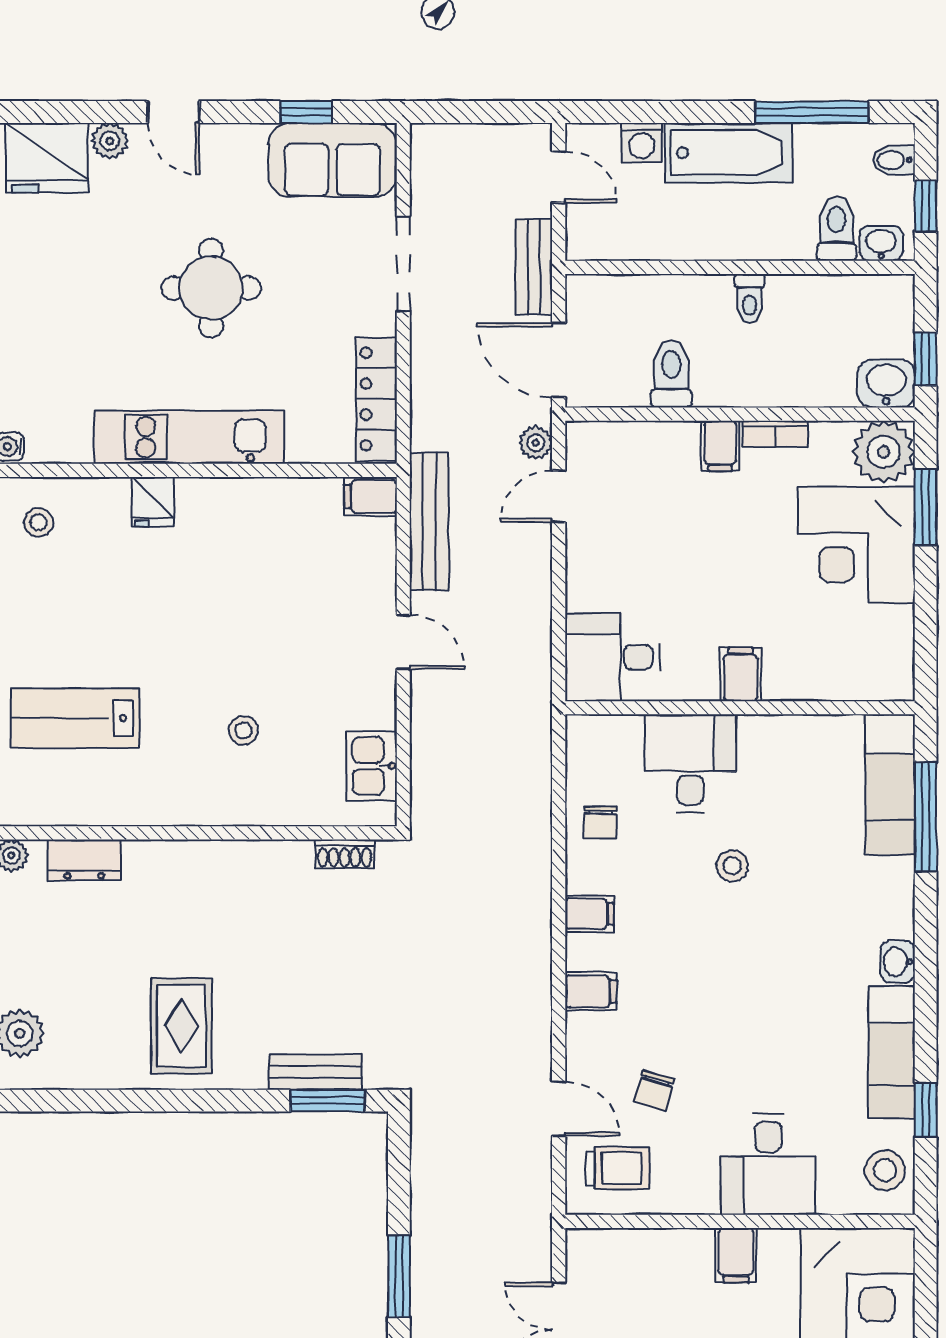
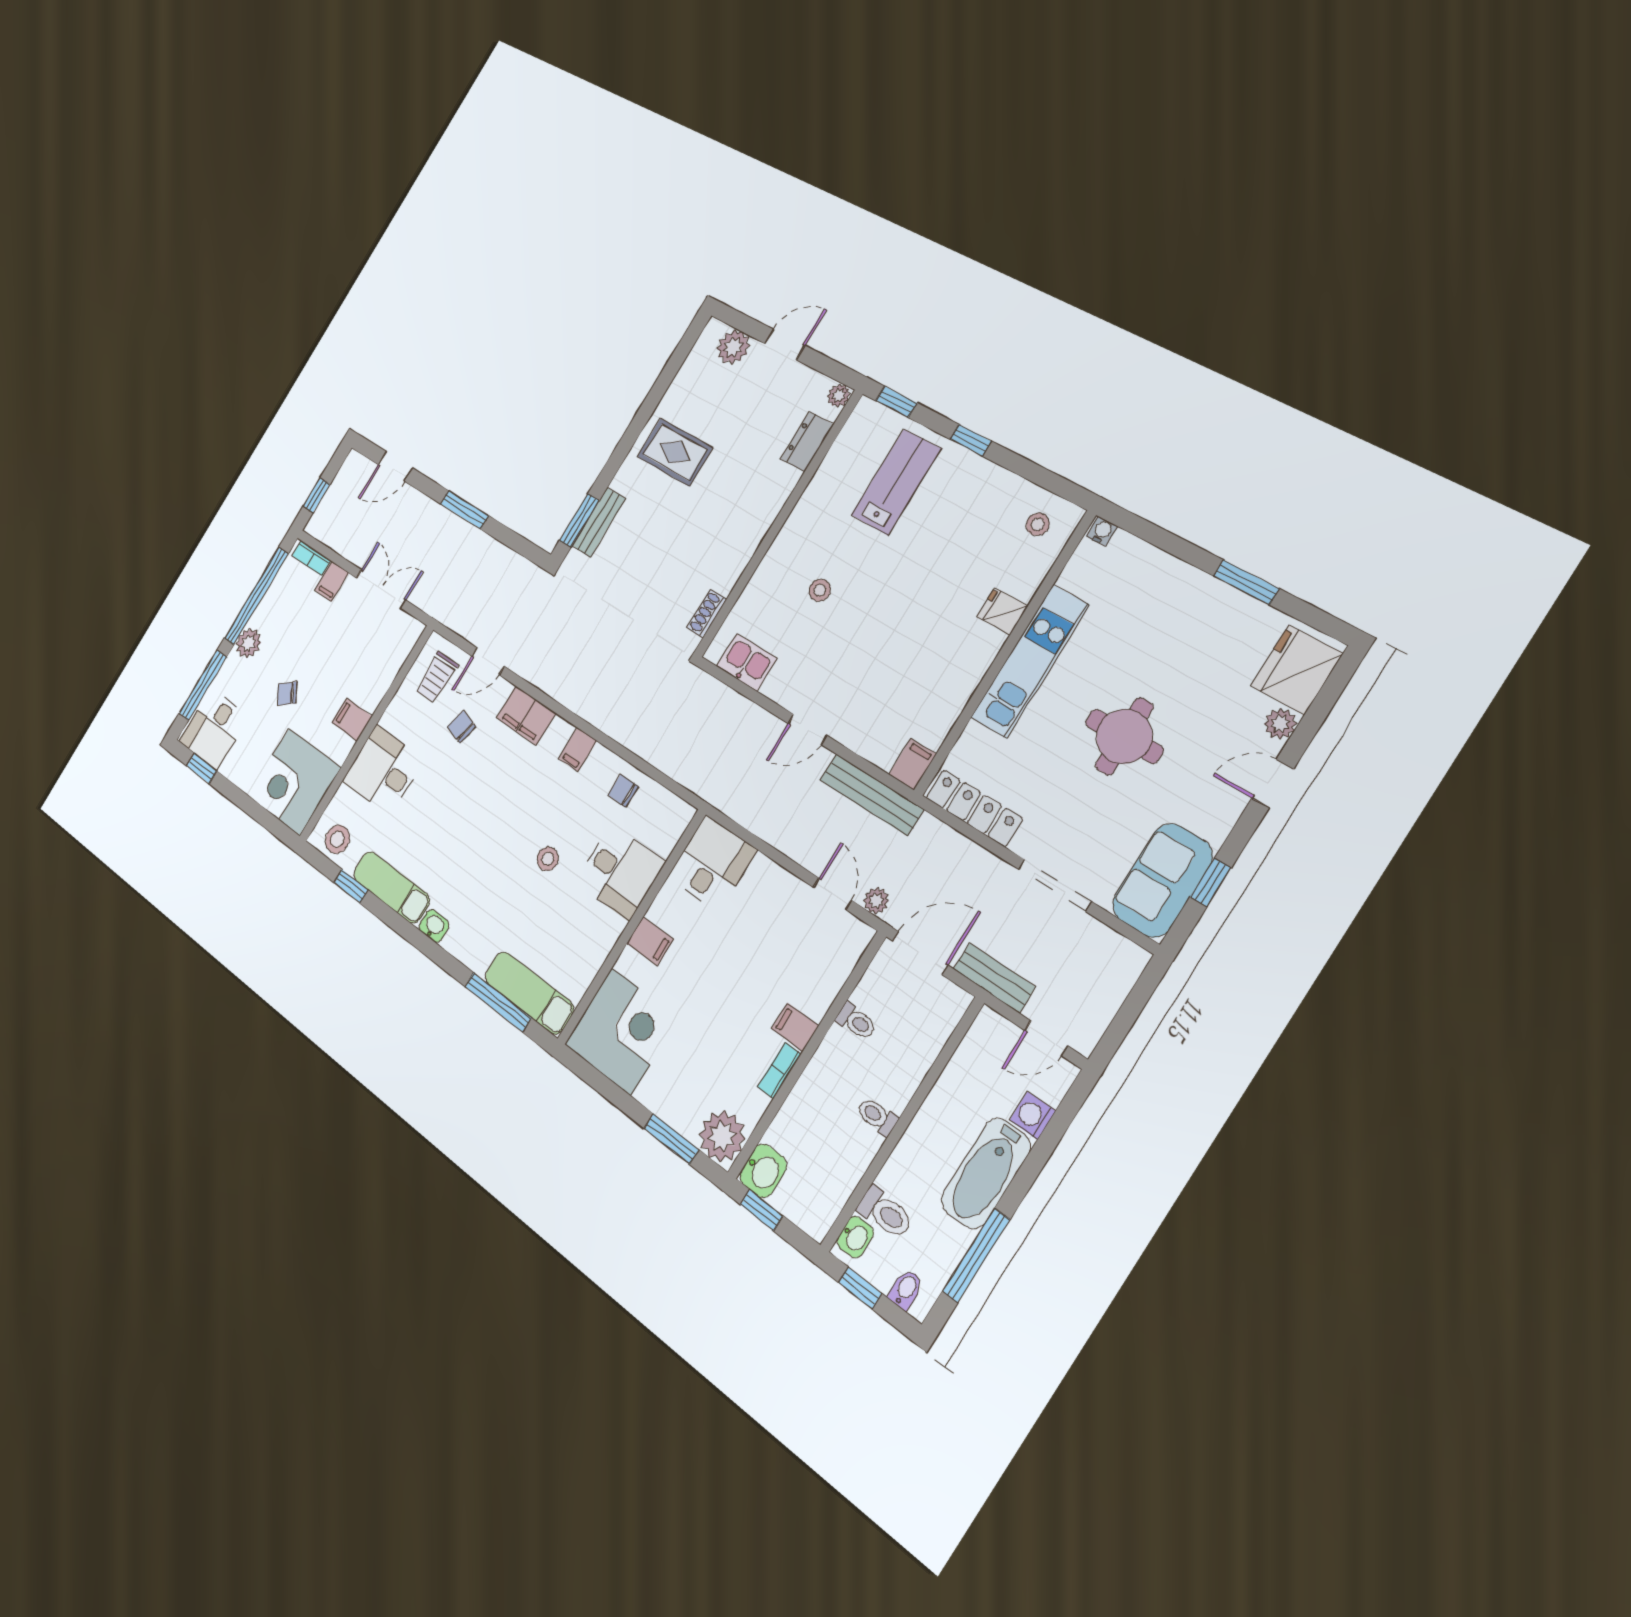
toilet: (671, 374) -> (856, 1021), width x0.73, depth x0.72
corner desk: (856, 545) -> (621, 1031), moved, turned 90
filing cabinet: (591, 991) -> (526, 715), width x2.00

